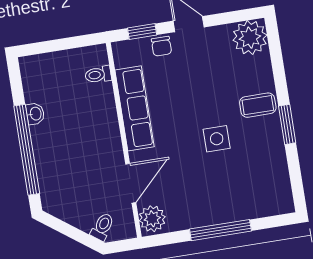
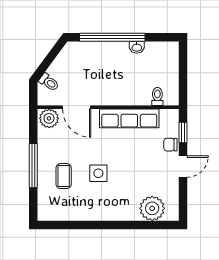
plant: (250, 38) -> (152, 208), moved
coffee table: (258, 105) -> (64, 176), moved
window: (287, 124) -> (101, 225), removed

